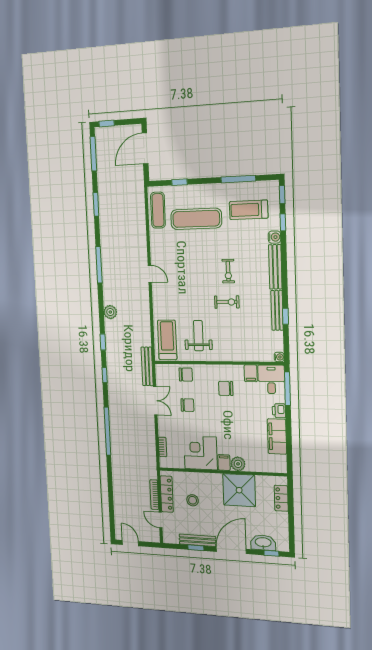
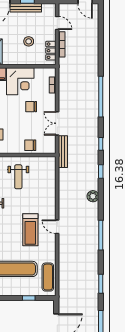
treadmill: (167, 340) -> (30, 230), moved
chair: (187, 405) -> (31, 107), moved
locker: (167, 494) -> (51, 51), width x0.66

